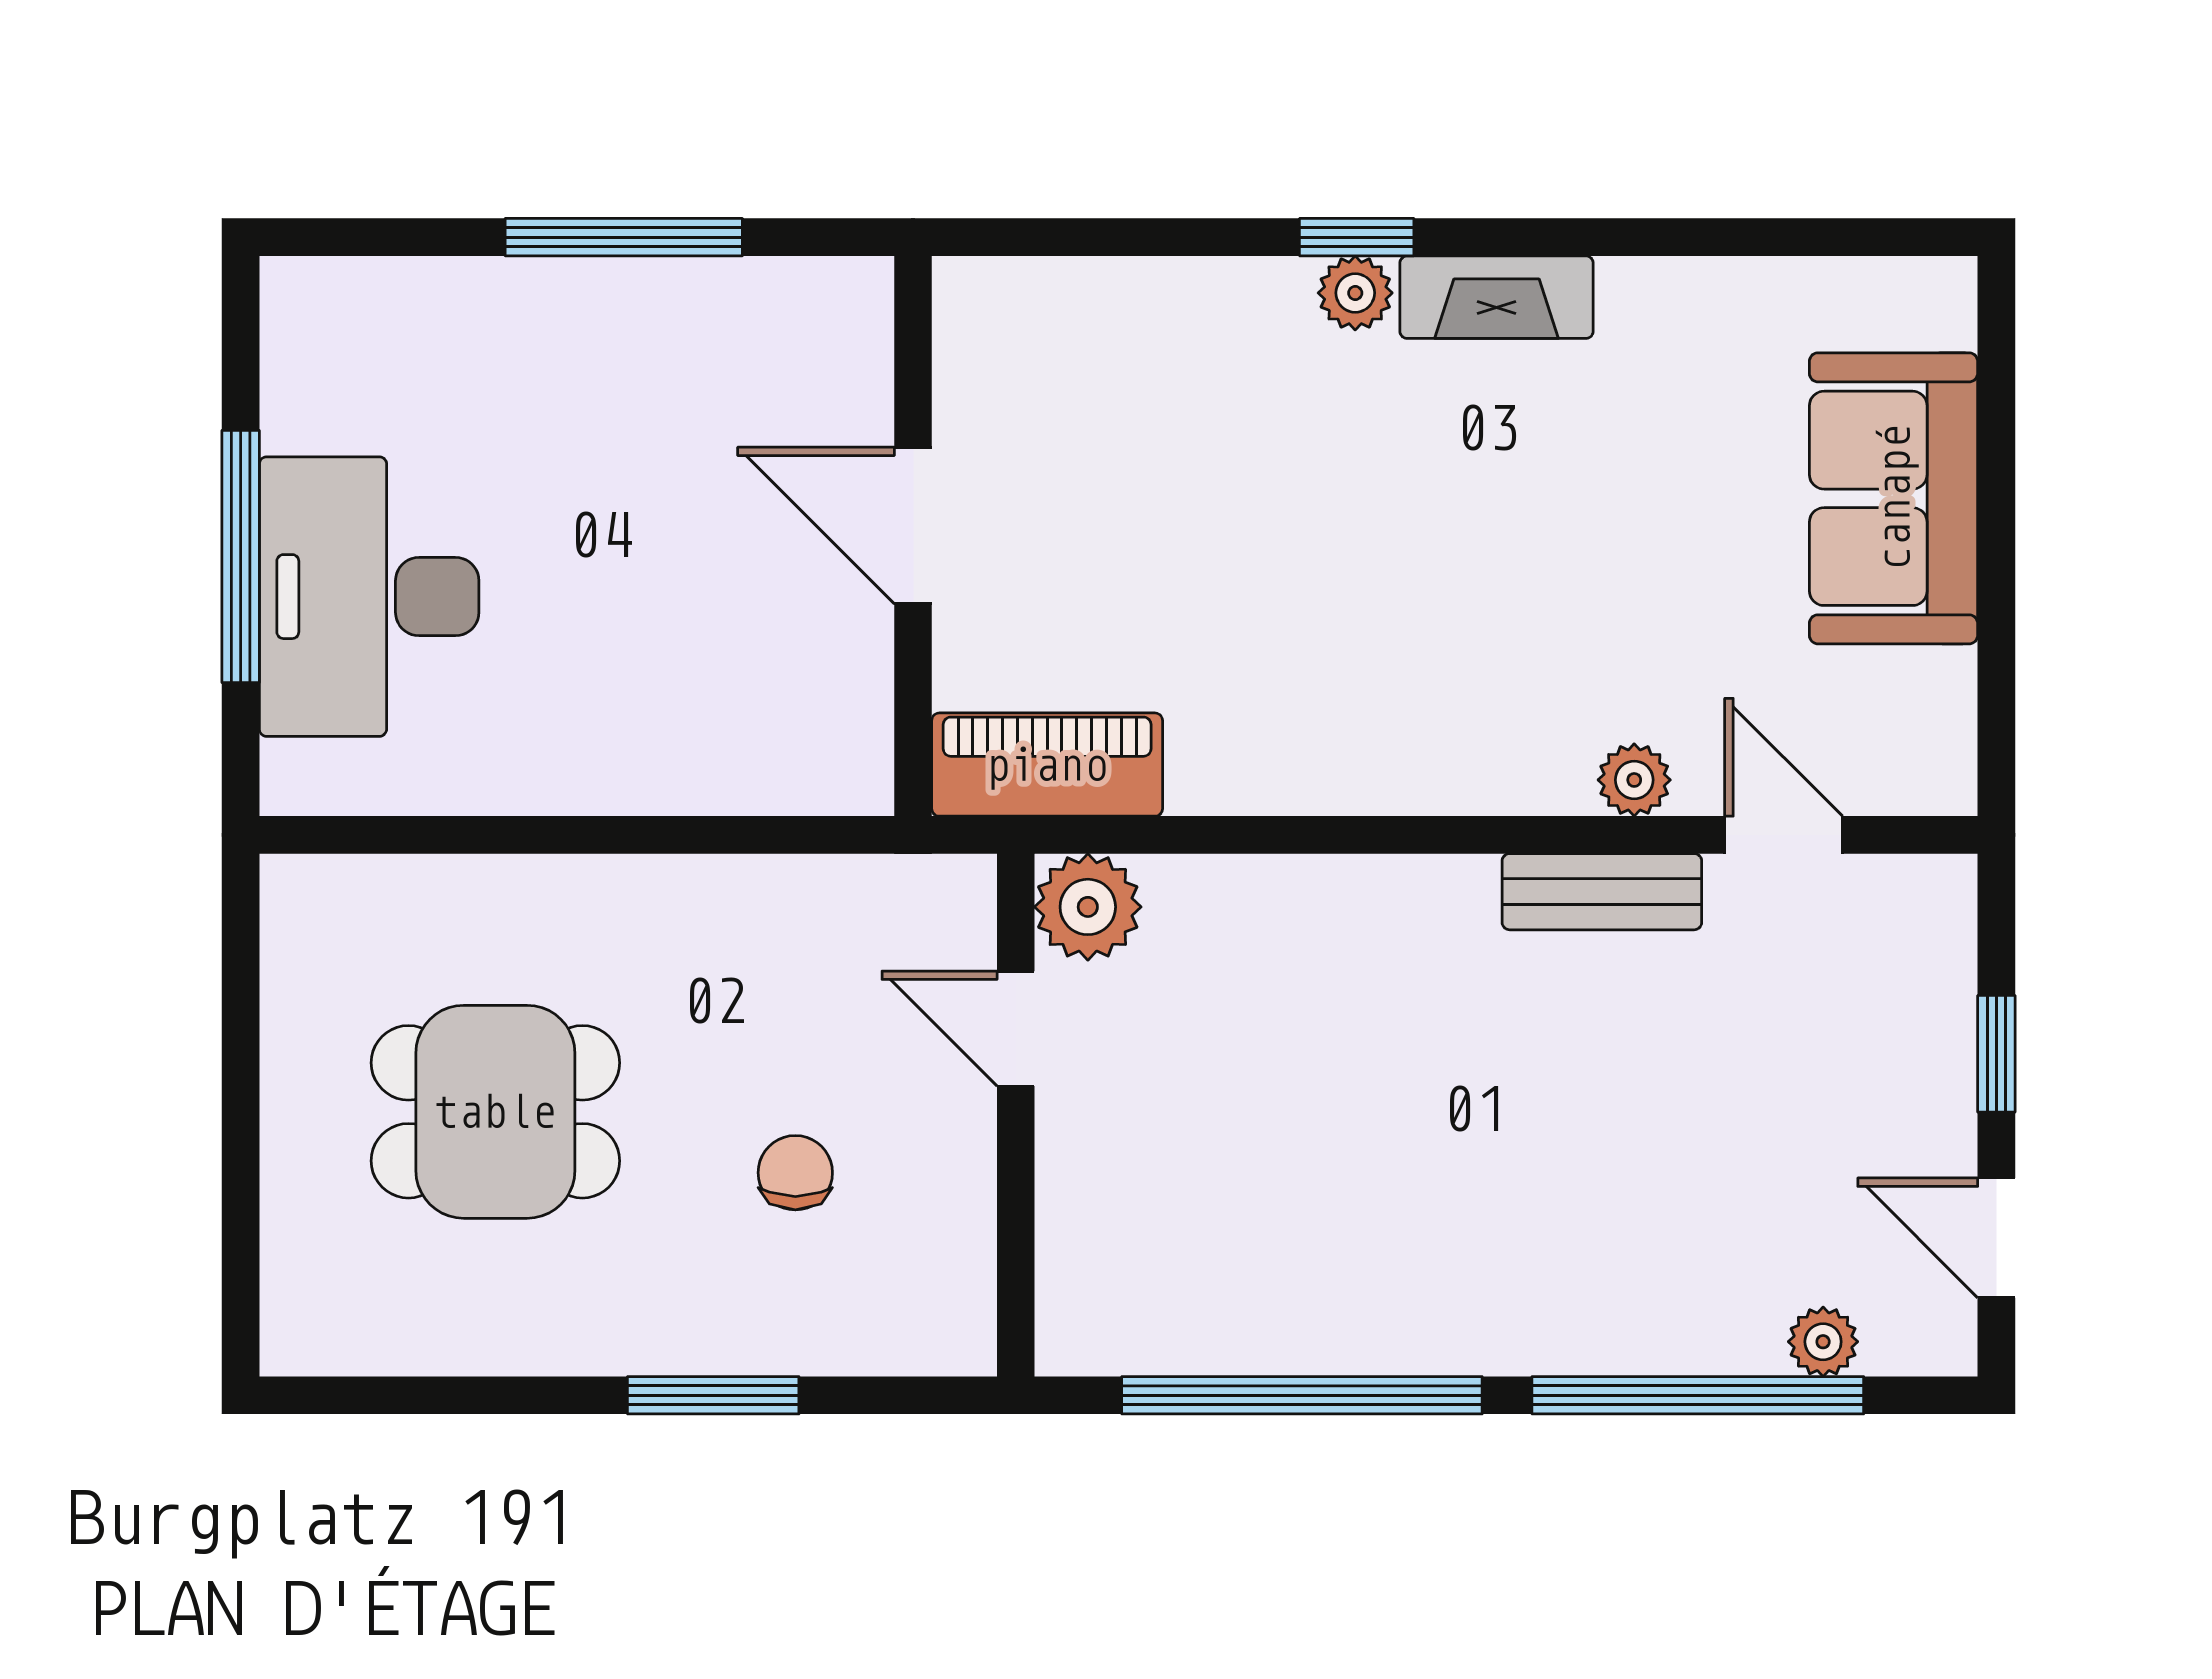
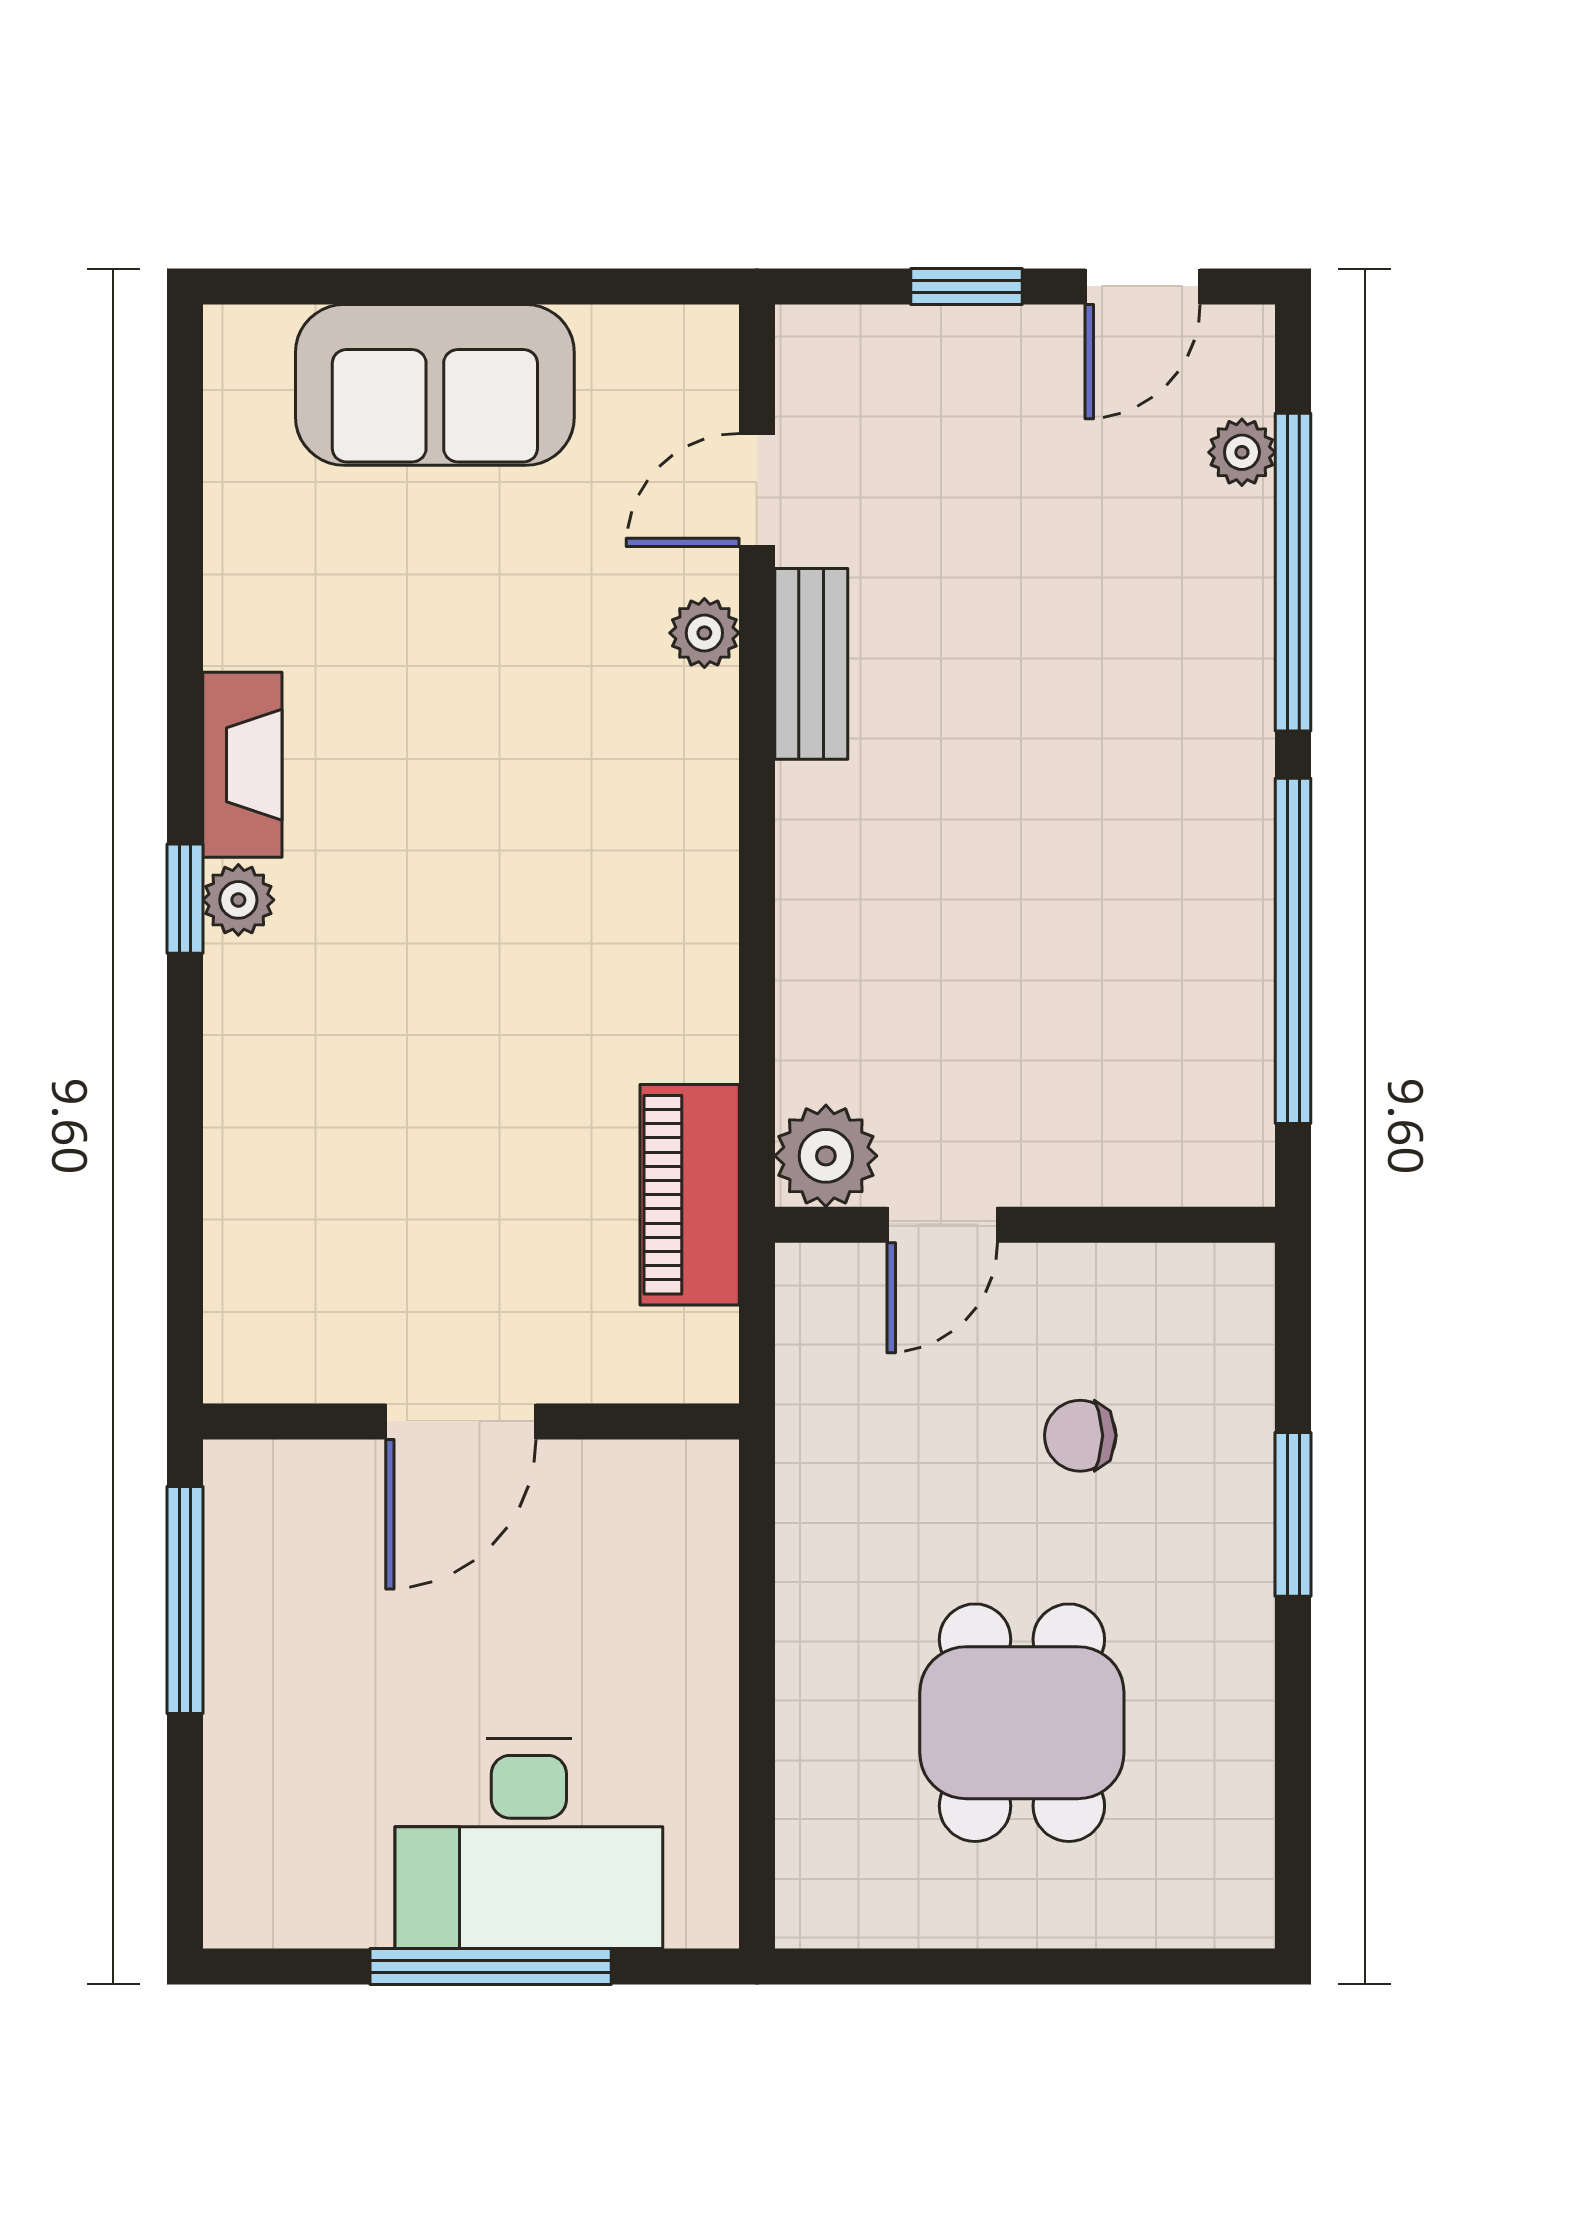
door: (913, 525) -> (461, 1421), moved
wall: (913, 536) -> (471, 1421), moved

